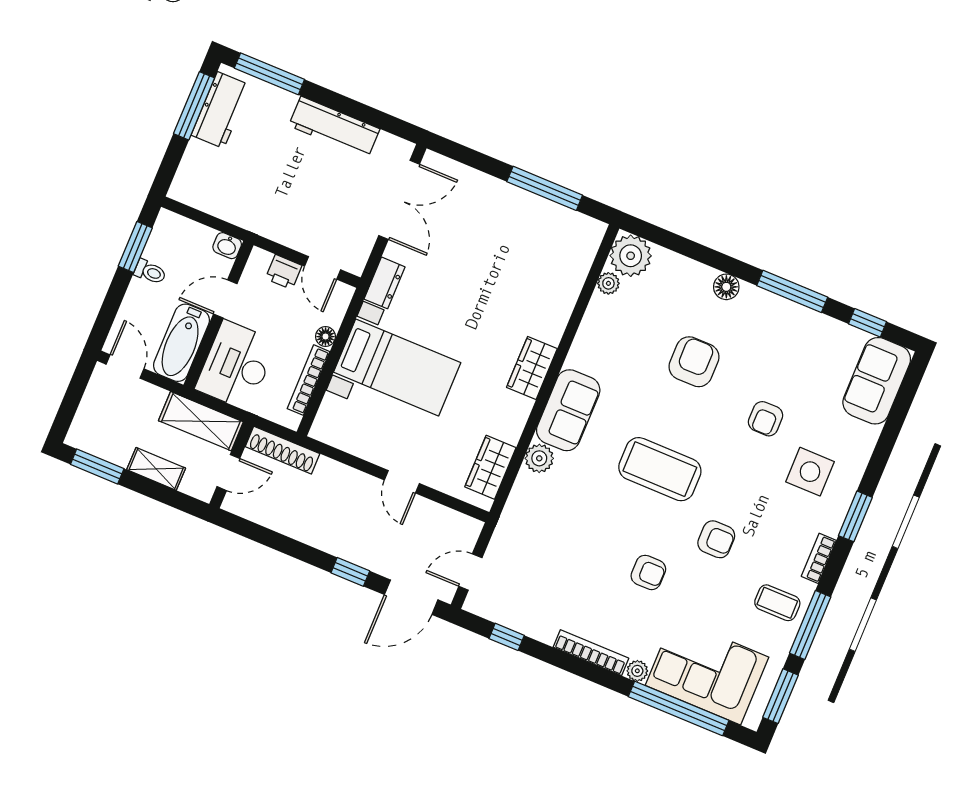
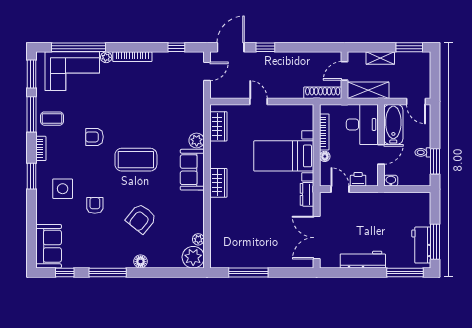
armchair: (694, 362) -> (141, 219), turned 39
armchair: (648, 572) -> (121, 107), removed

